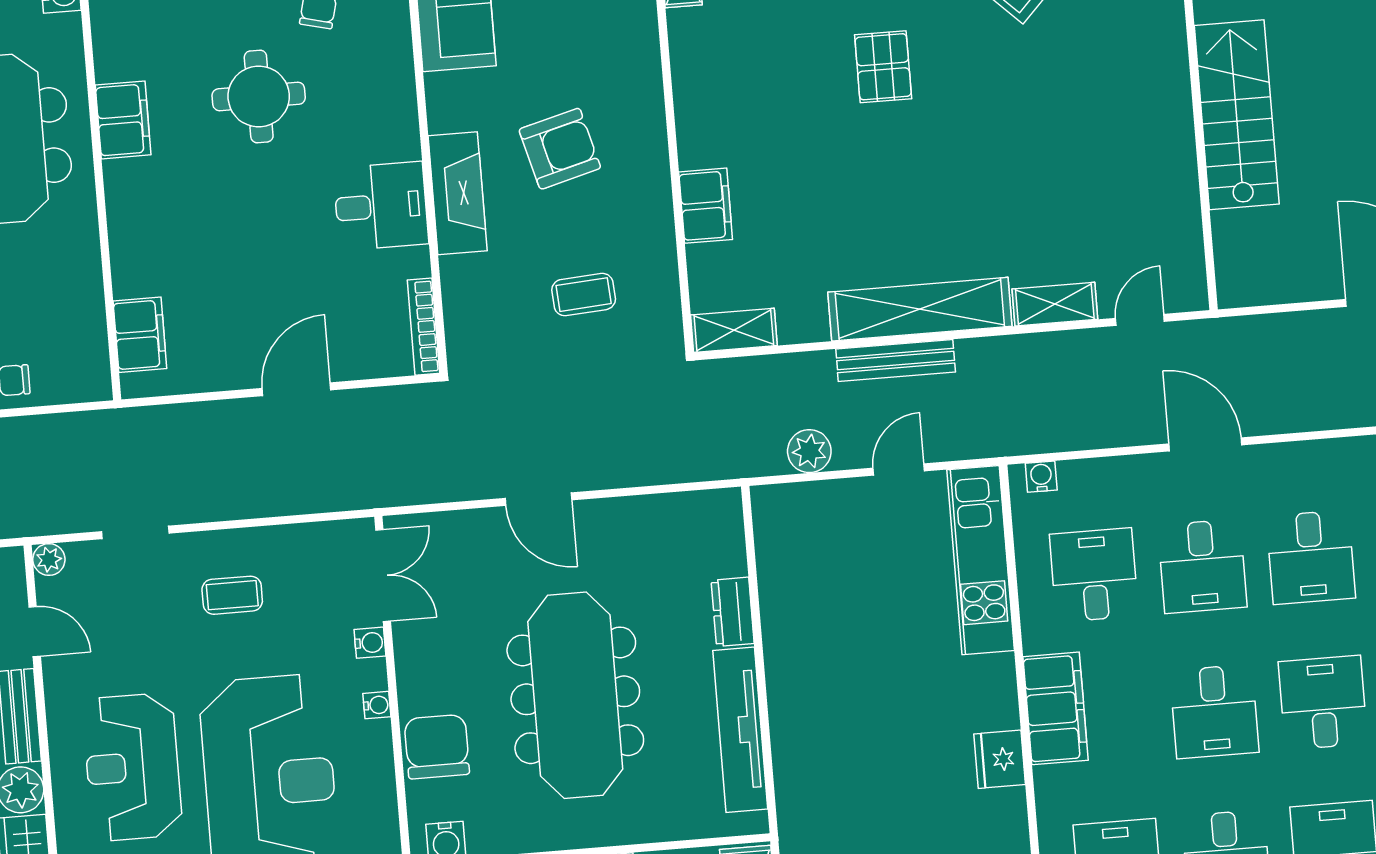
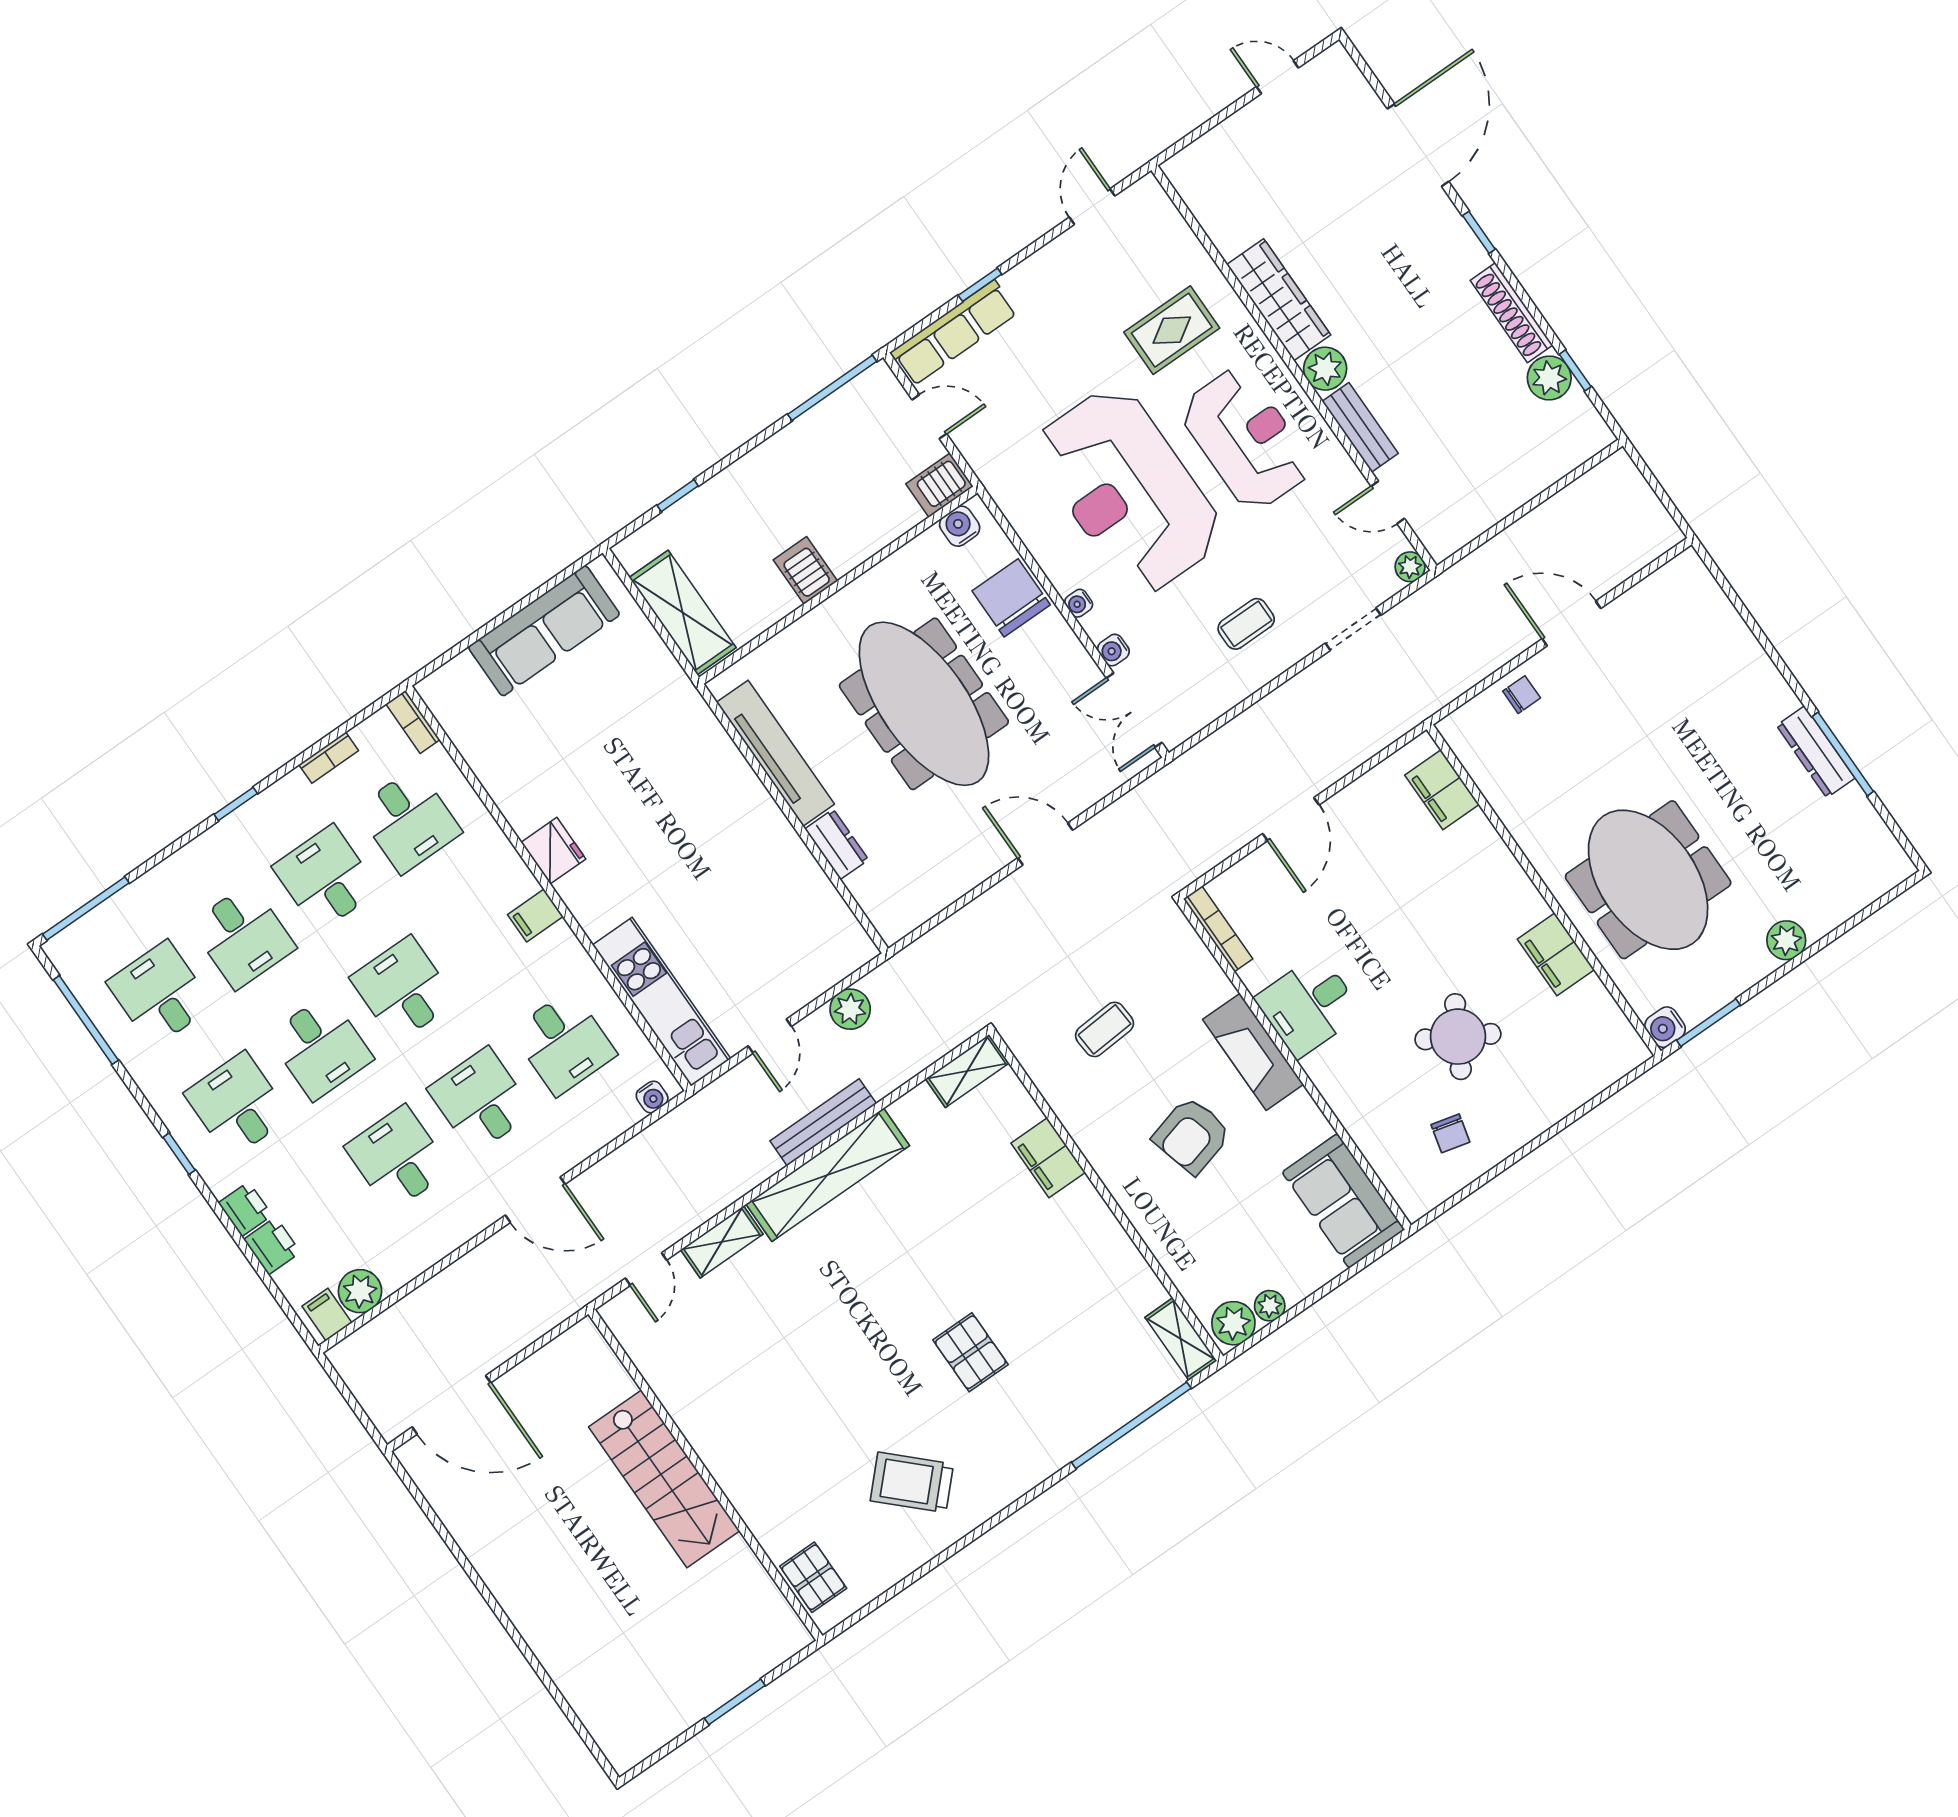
round table: (259, 96) -> (1458, 1037), turned 30
filing cabinet: (1056, 708) -> (535, 915), width x0.33, depth x0.86
chair: (437, 747) -> (1011, 598), turned 180

